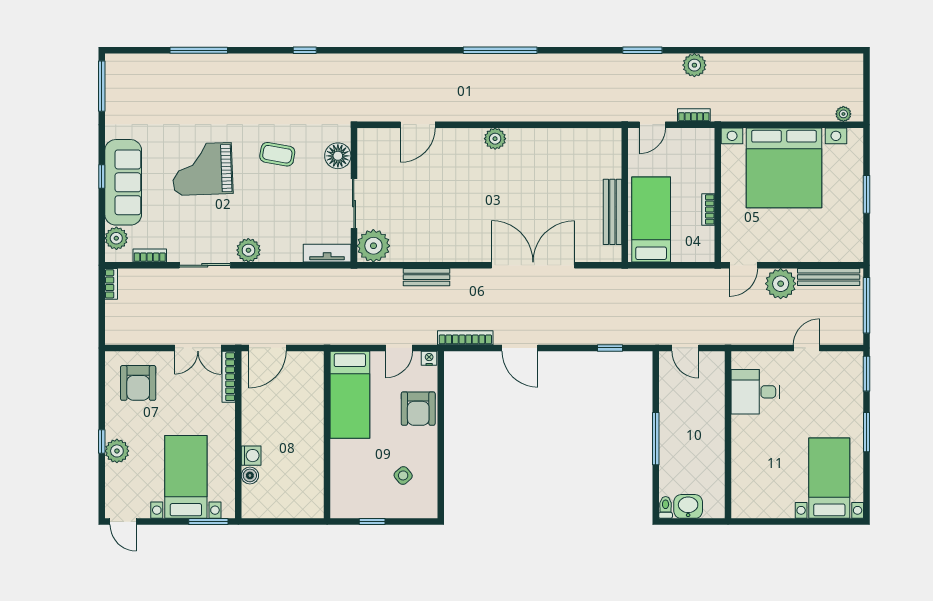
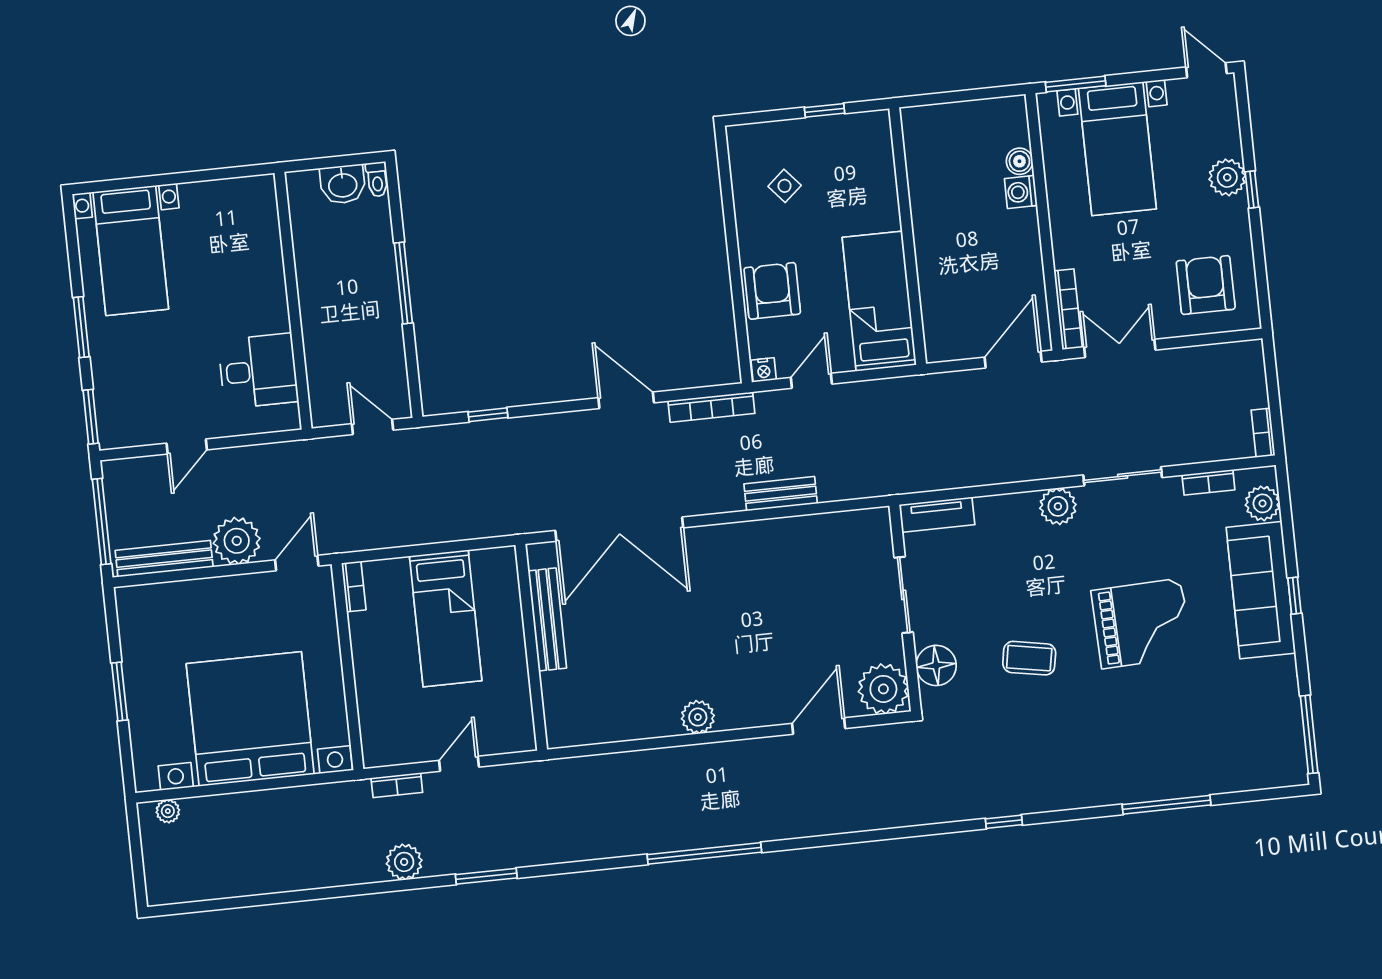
wall: (625, 195) -> (531, 647), moved
bookcase: (708, 209) -> (354, 586), moved
bench: (612, 212) -> (547, 619), moved
plant: (373, 246) -> (883, 689), moved

